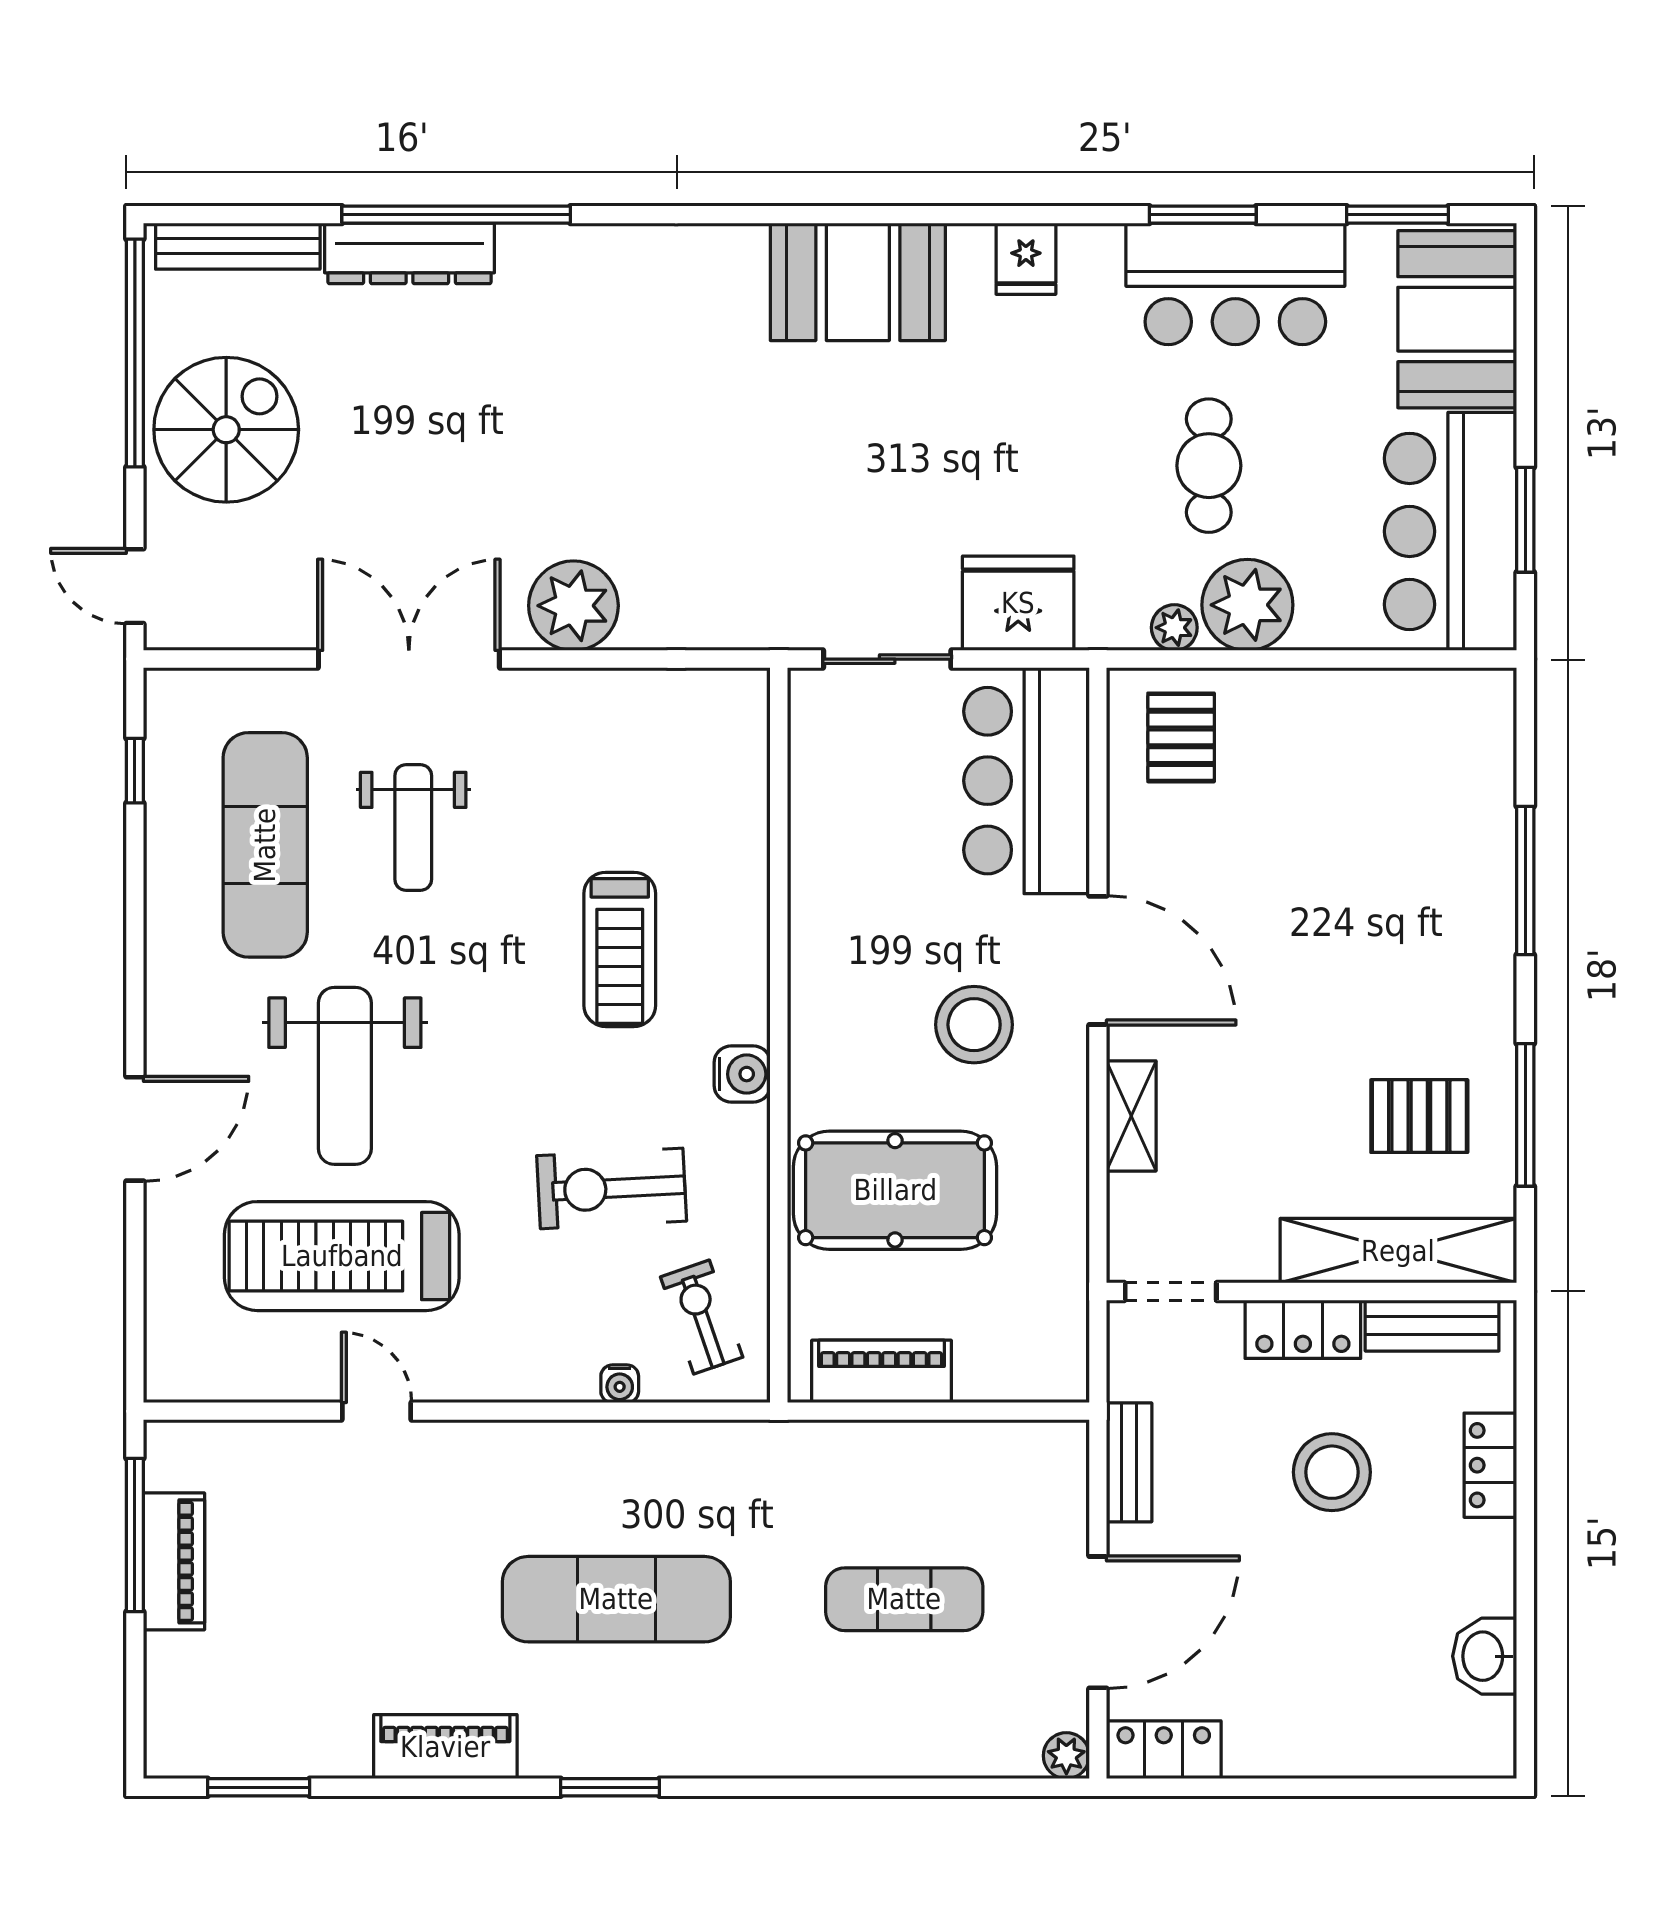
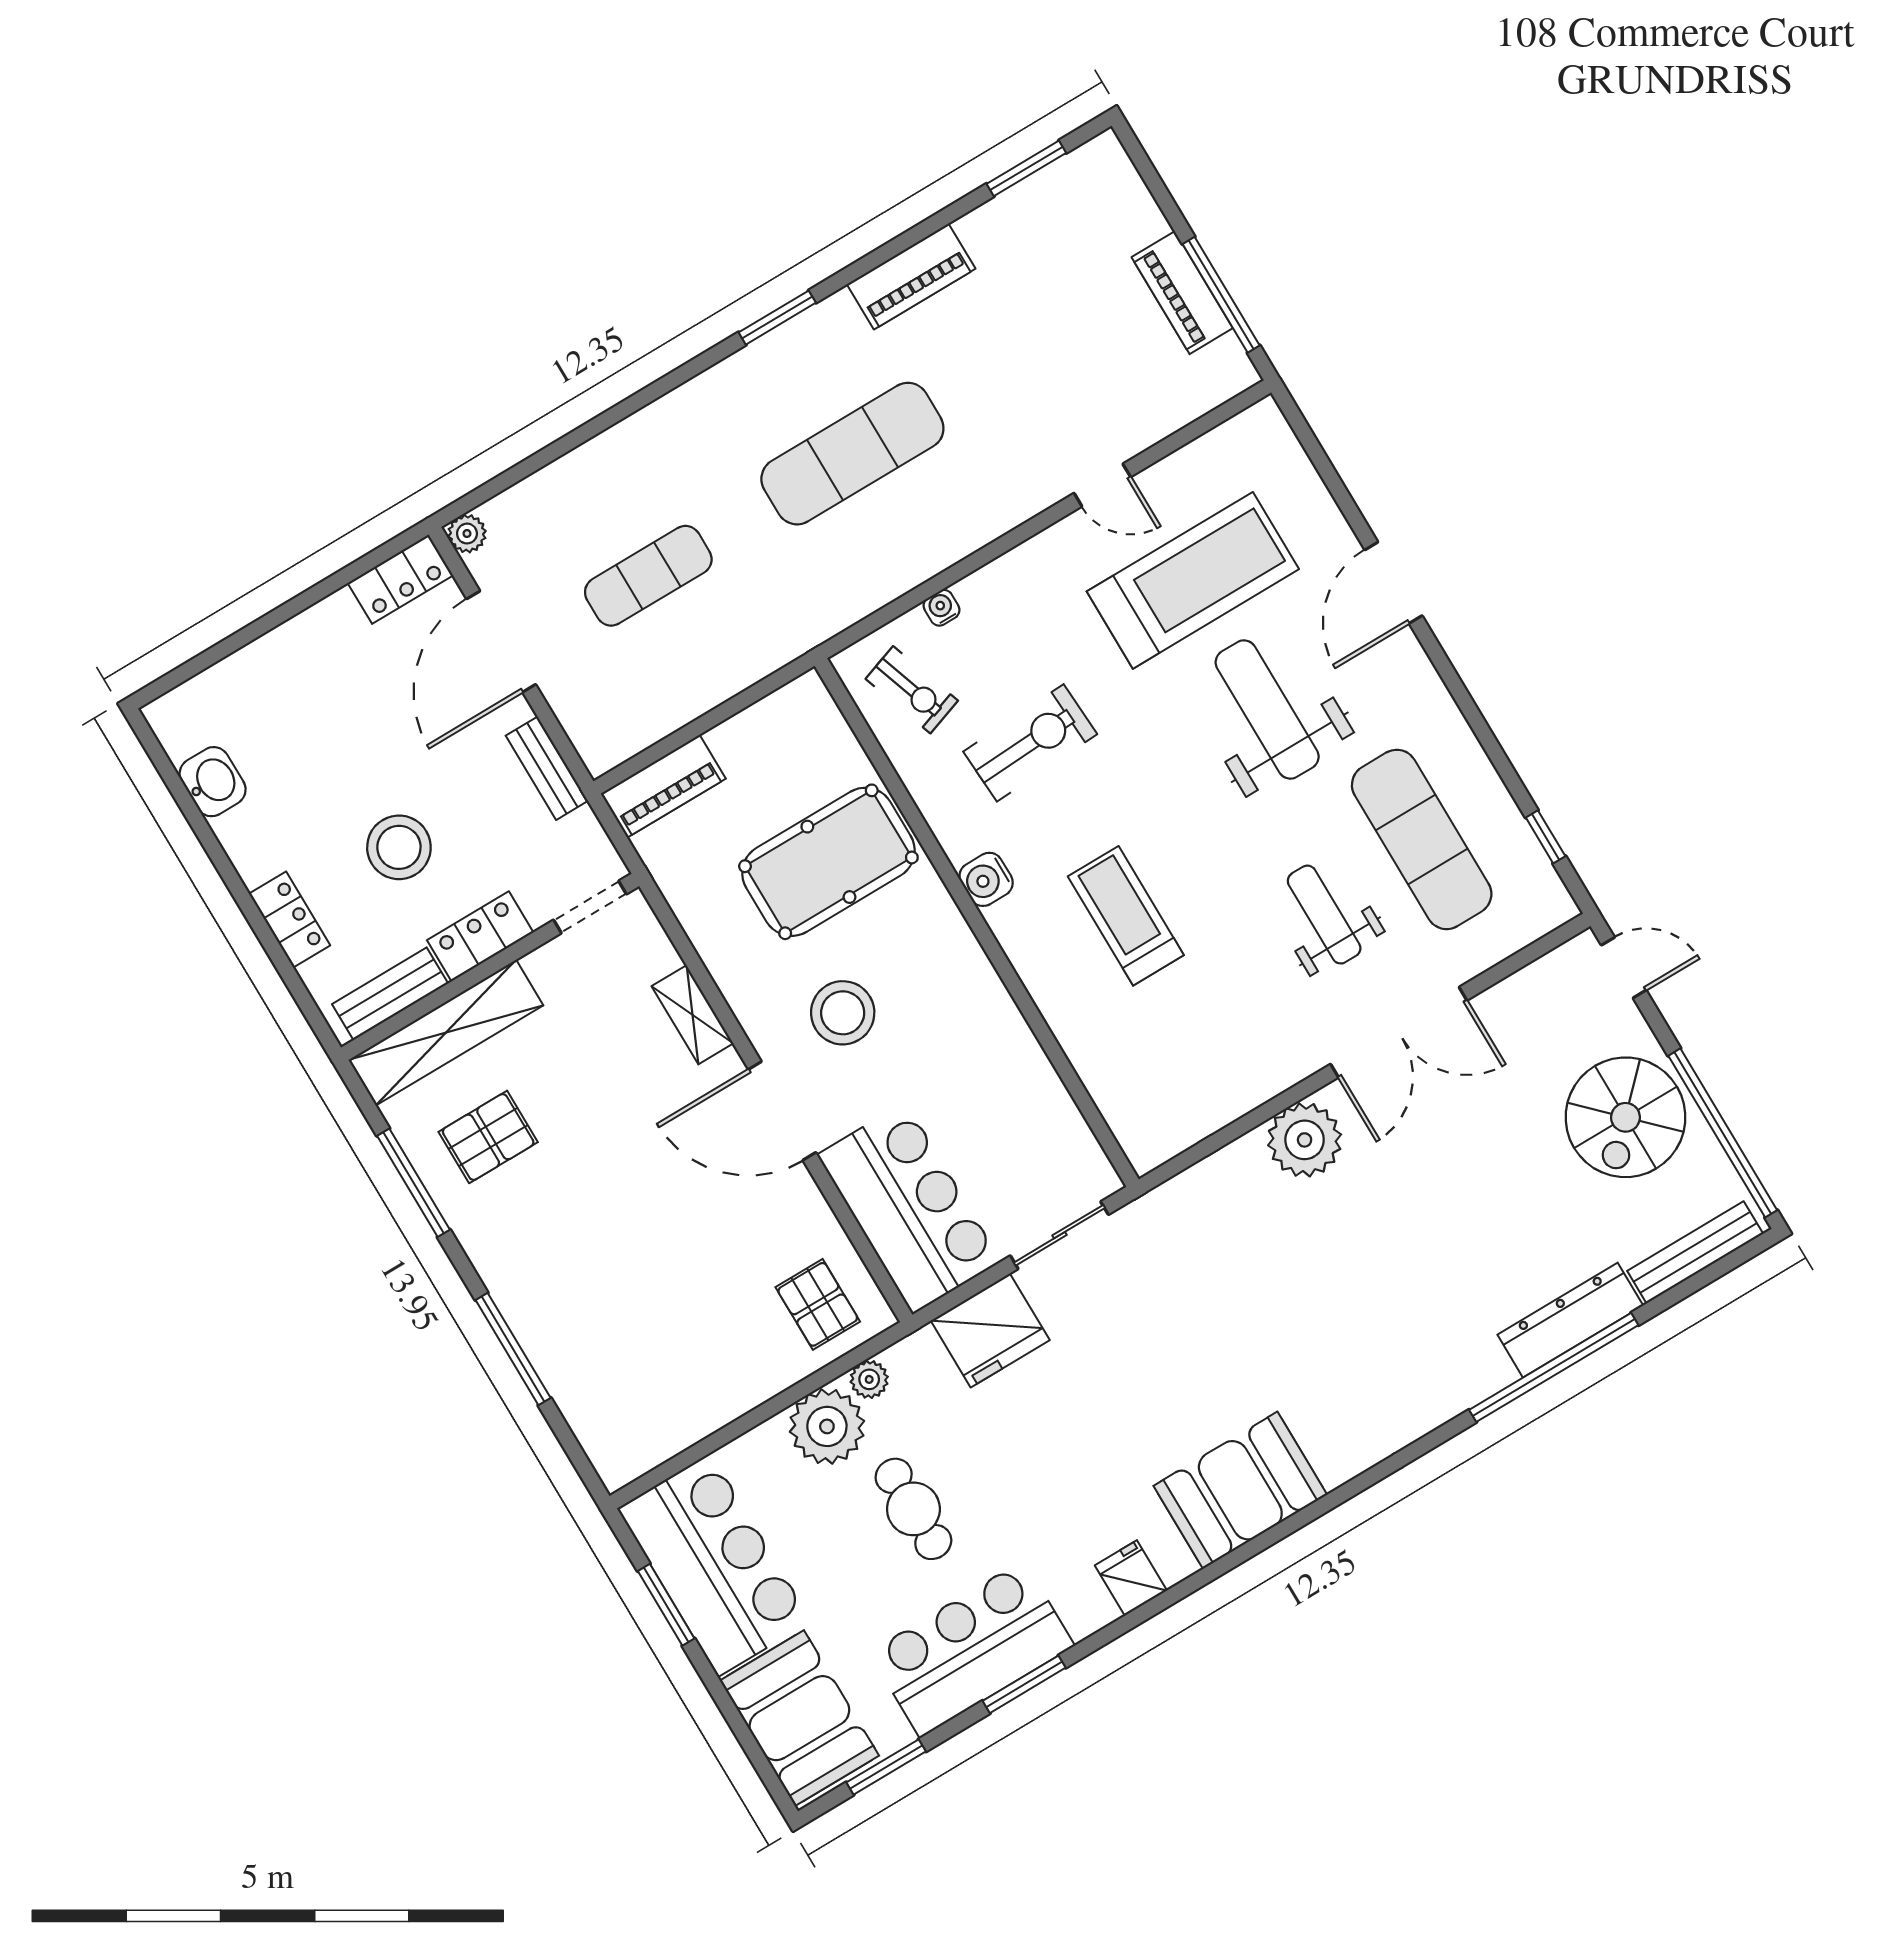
piano: (881, 1371) -> (663, 786), moved

